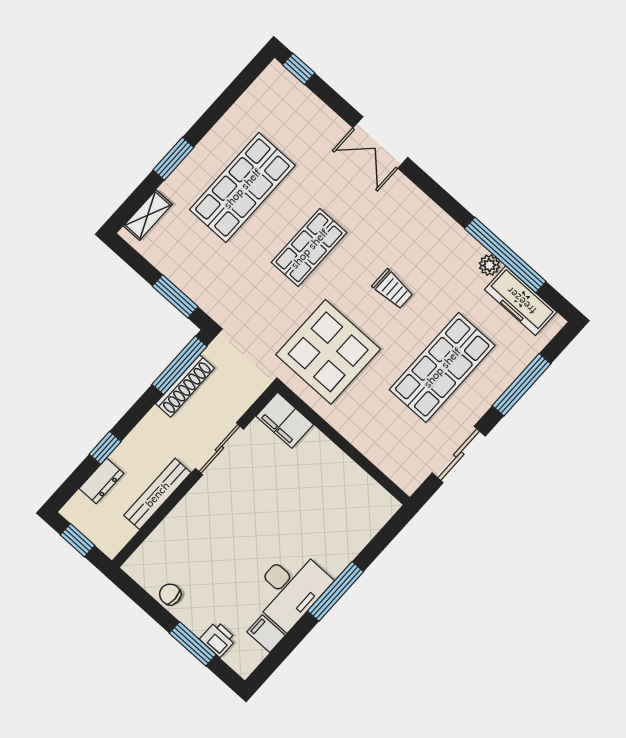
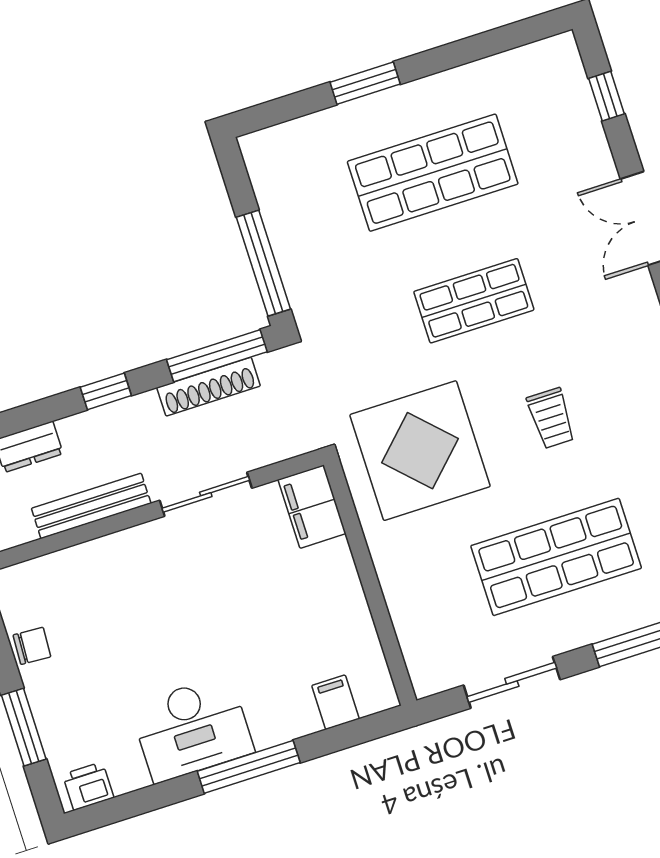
window: (299, 69) -> (607, 96), moved
shelving: (148, 215) -> (289, 137), removed
window: (175, 296) -> (263, 263), width x1.44
window: (105, 448) -> (106, 391), moved
chair: (170, 594) -> (32, 646), turned 93
filing cabinet: (266, 634) -> (335, 702), moved
printer: (218, 639) -> (88, 786), moved, turned -90

